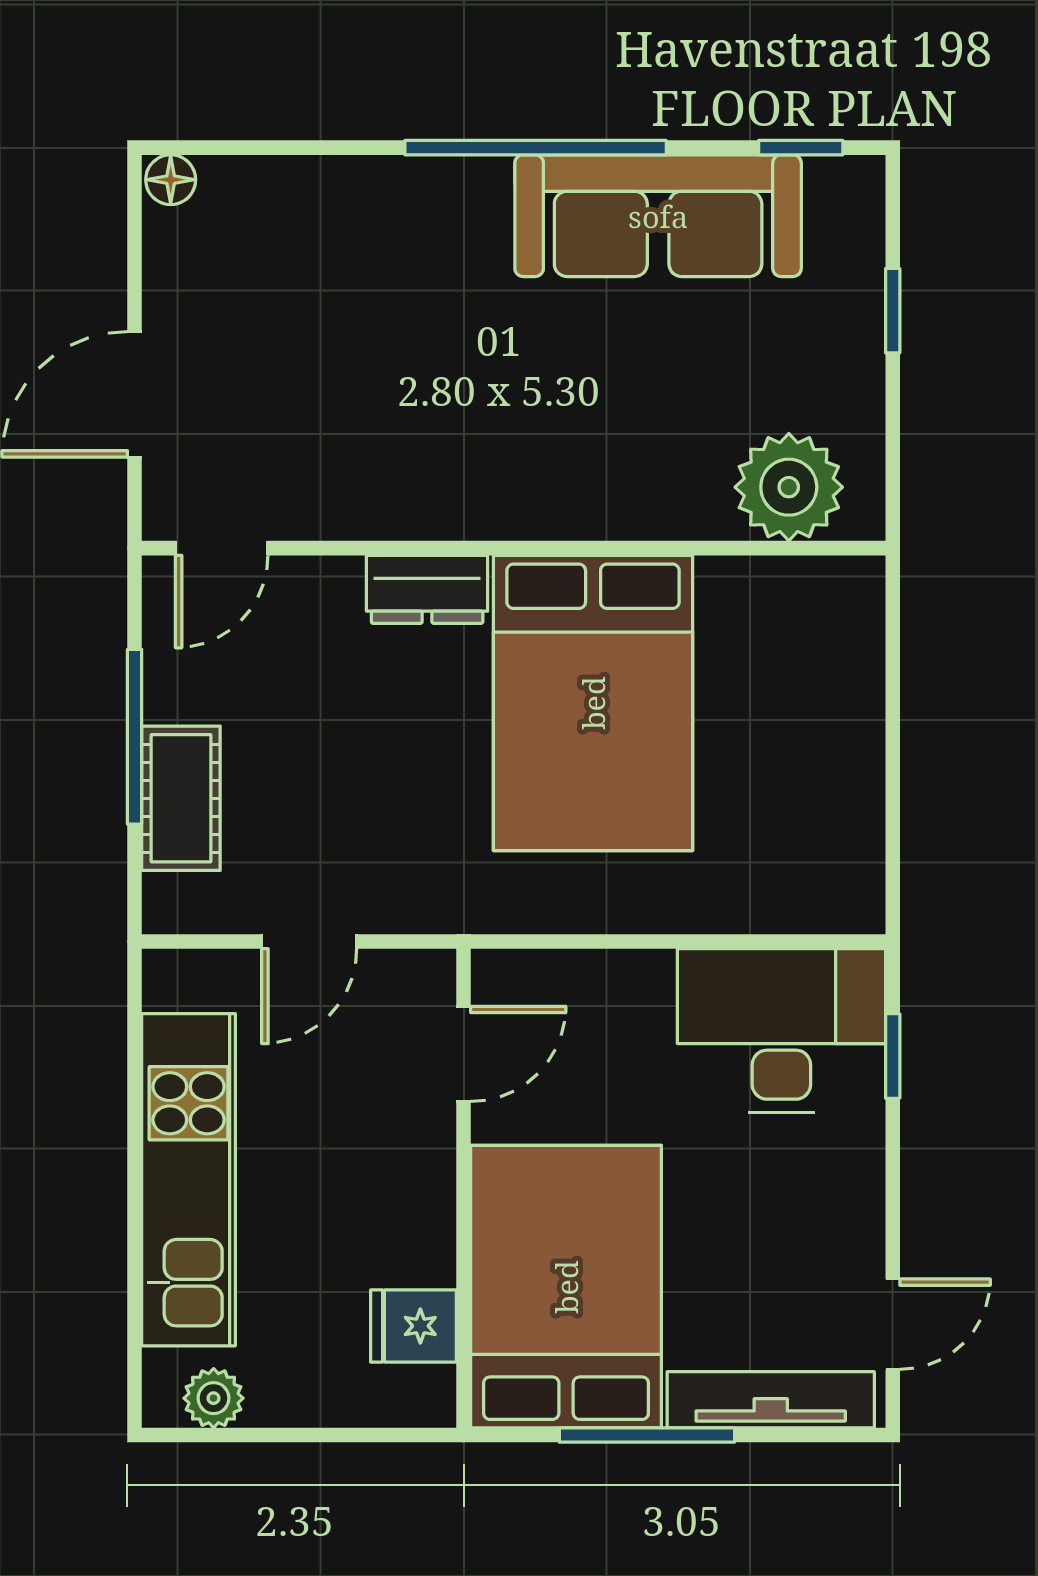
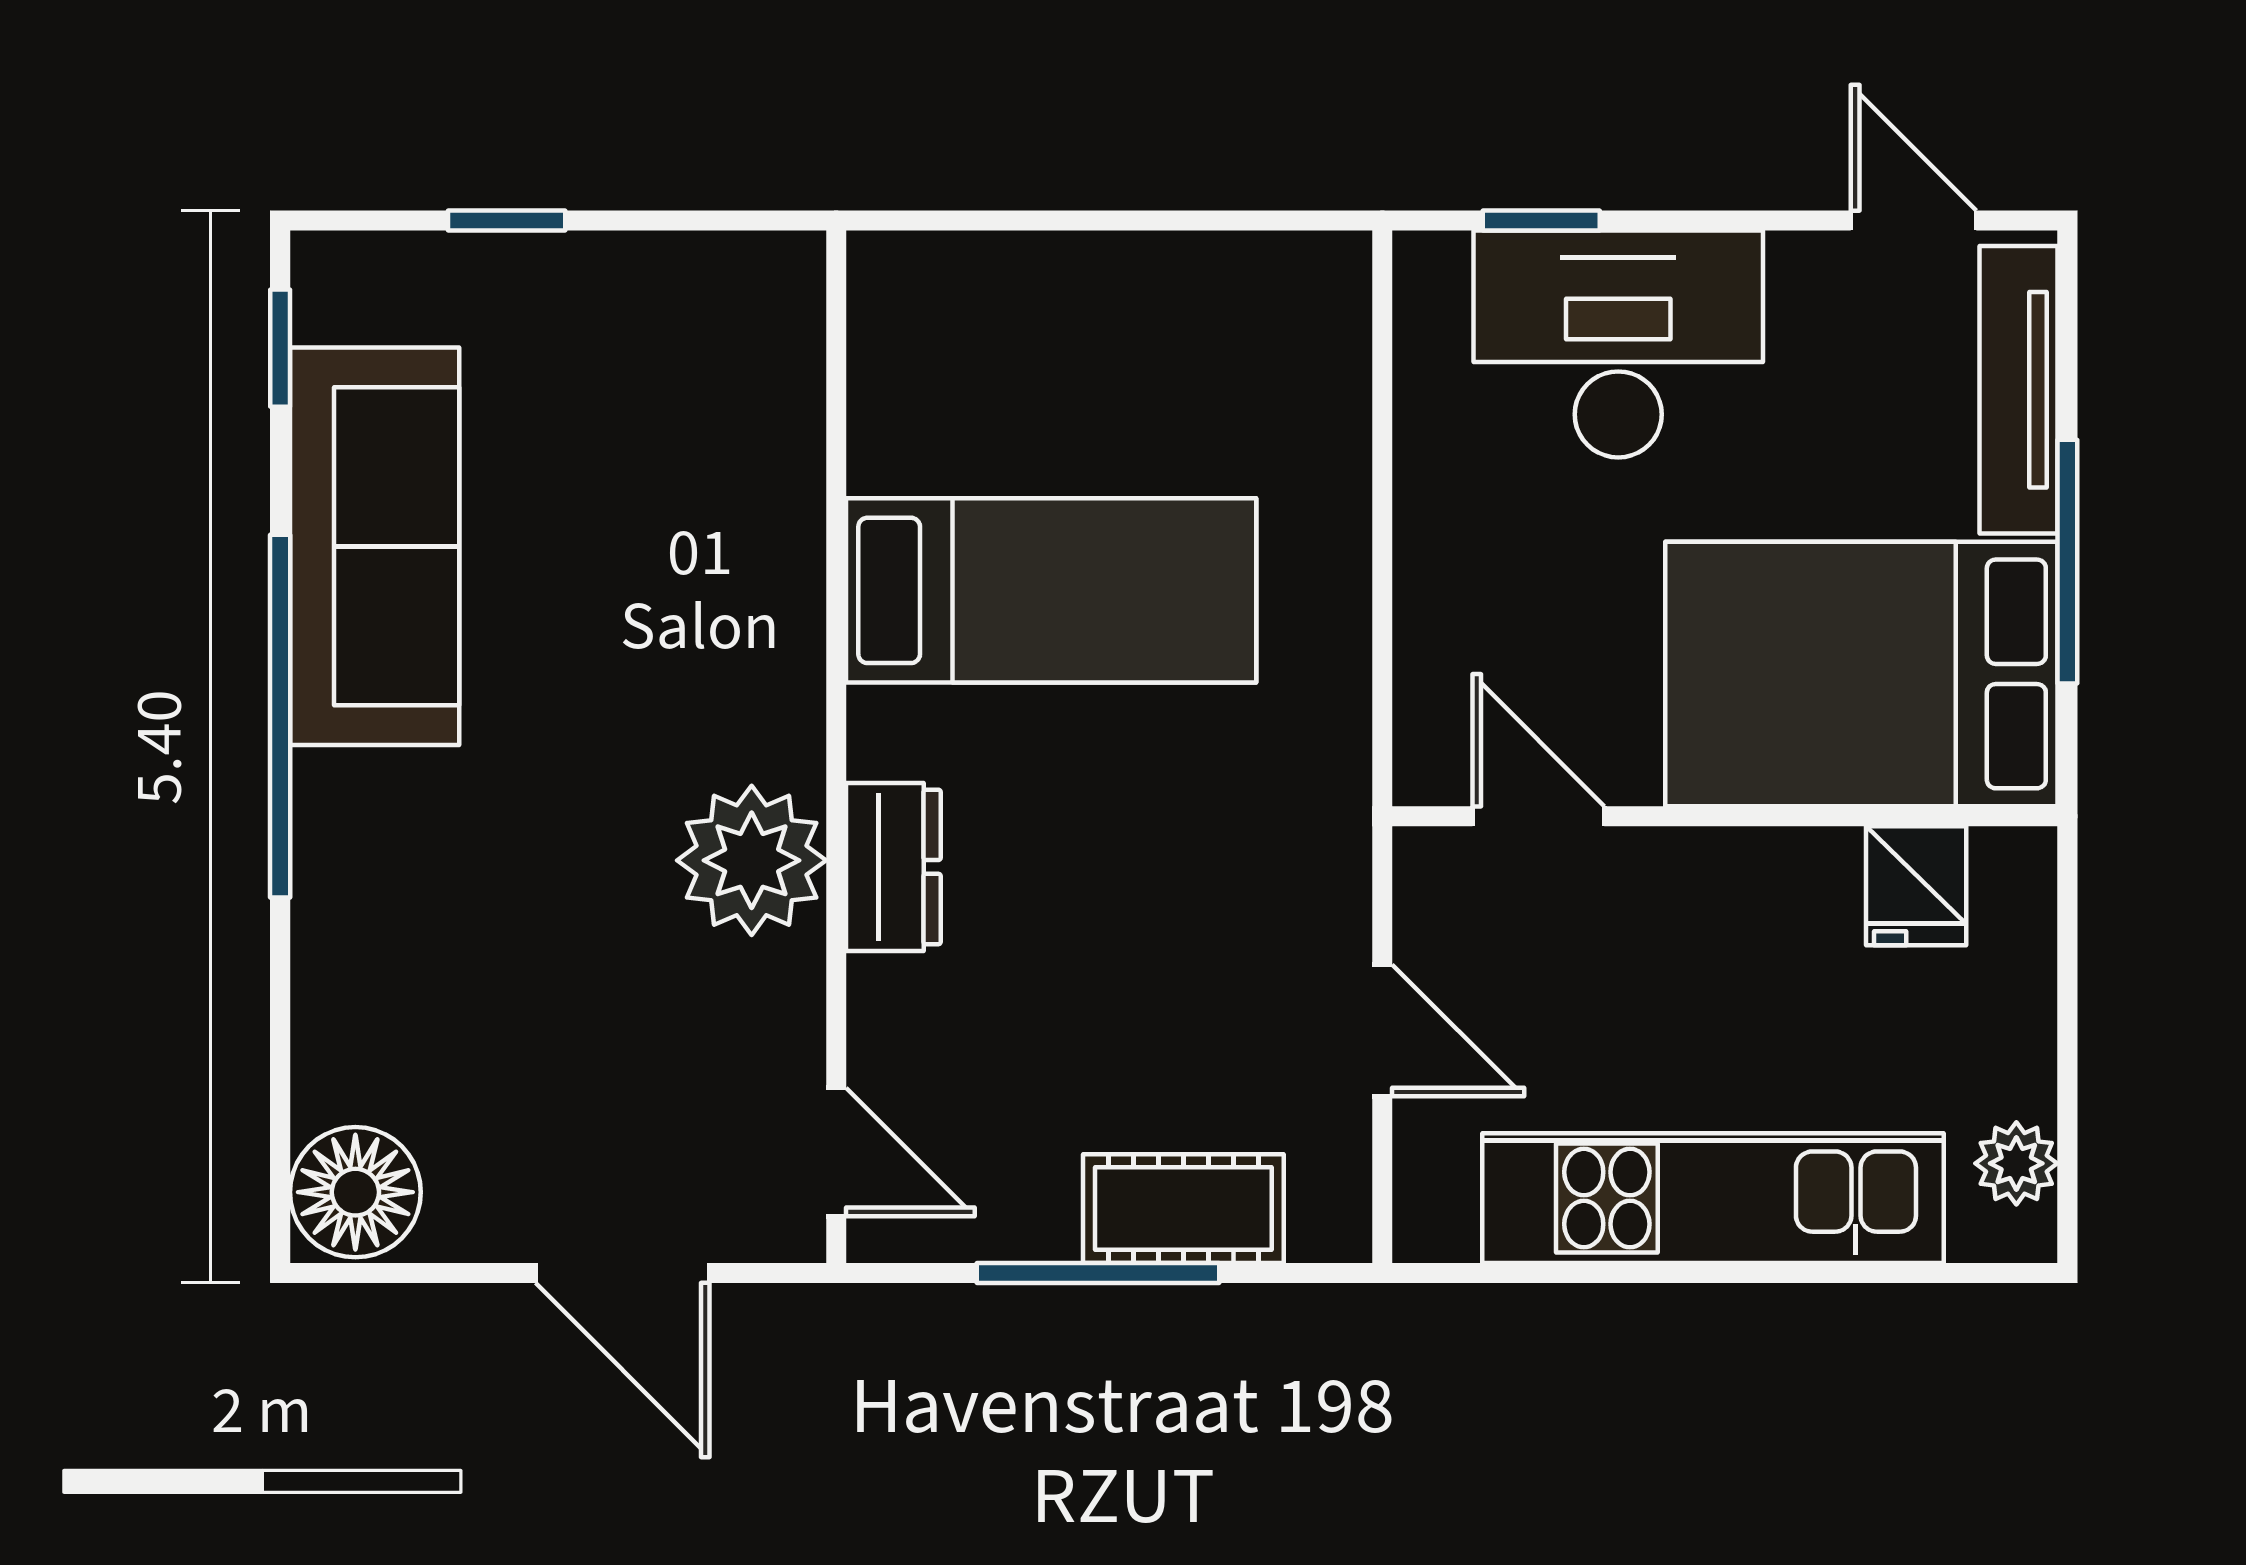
floor lamp: (171, 180) -> (355, 1192), width x1.89, depth x1.89
plant: (789, 487) -> (752, 860), moved
bed: (593, 703) -> (1051, 590), width x0.67
desk: (781, 1030) -> (1618, 344), moved, turned 90

